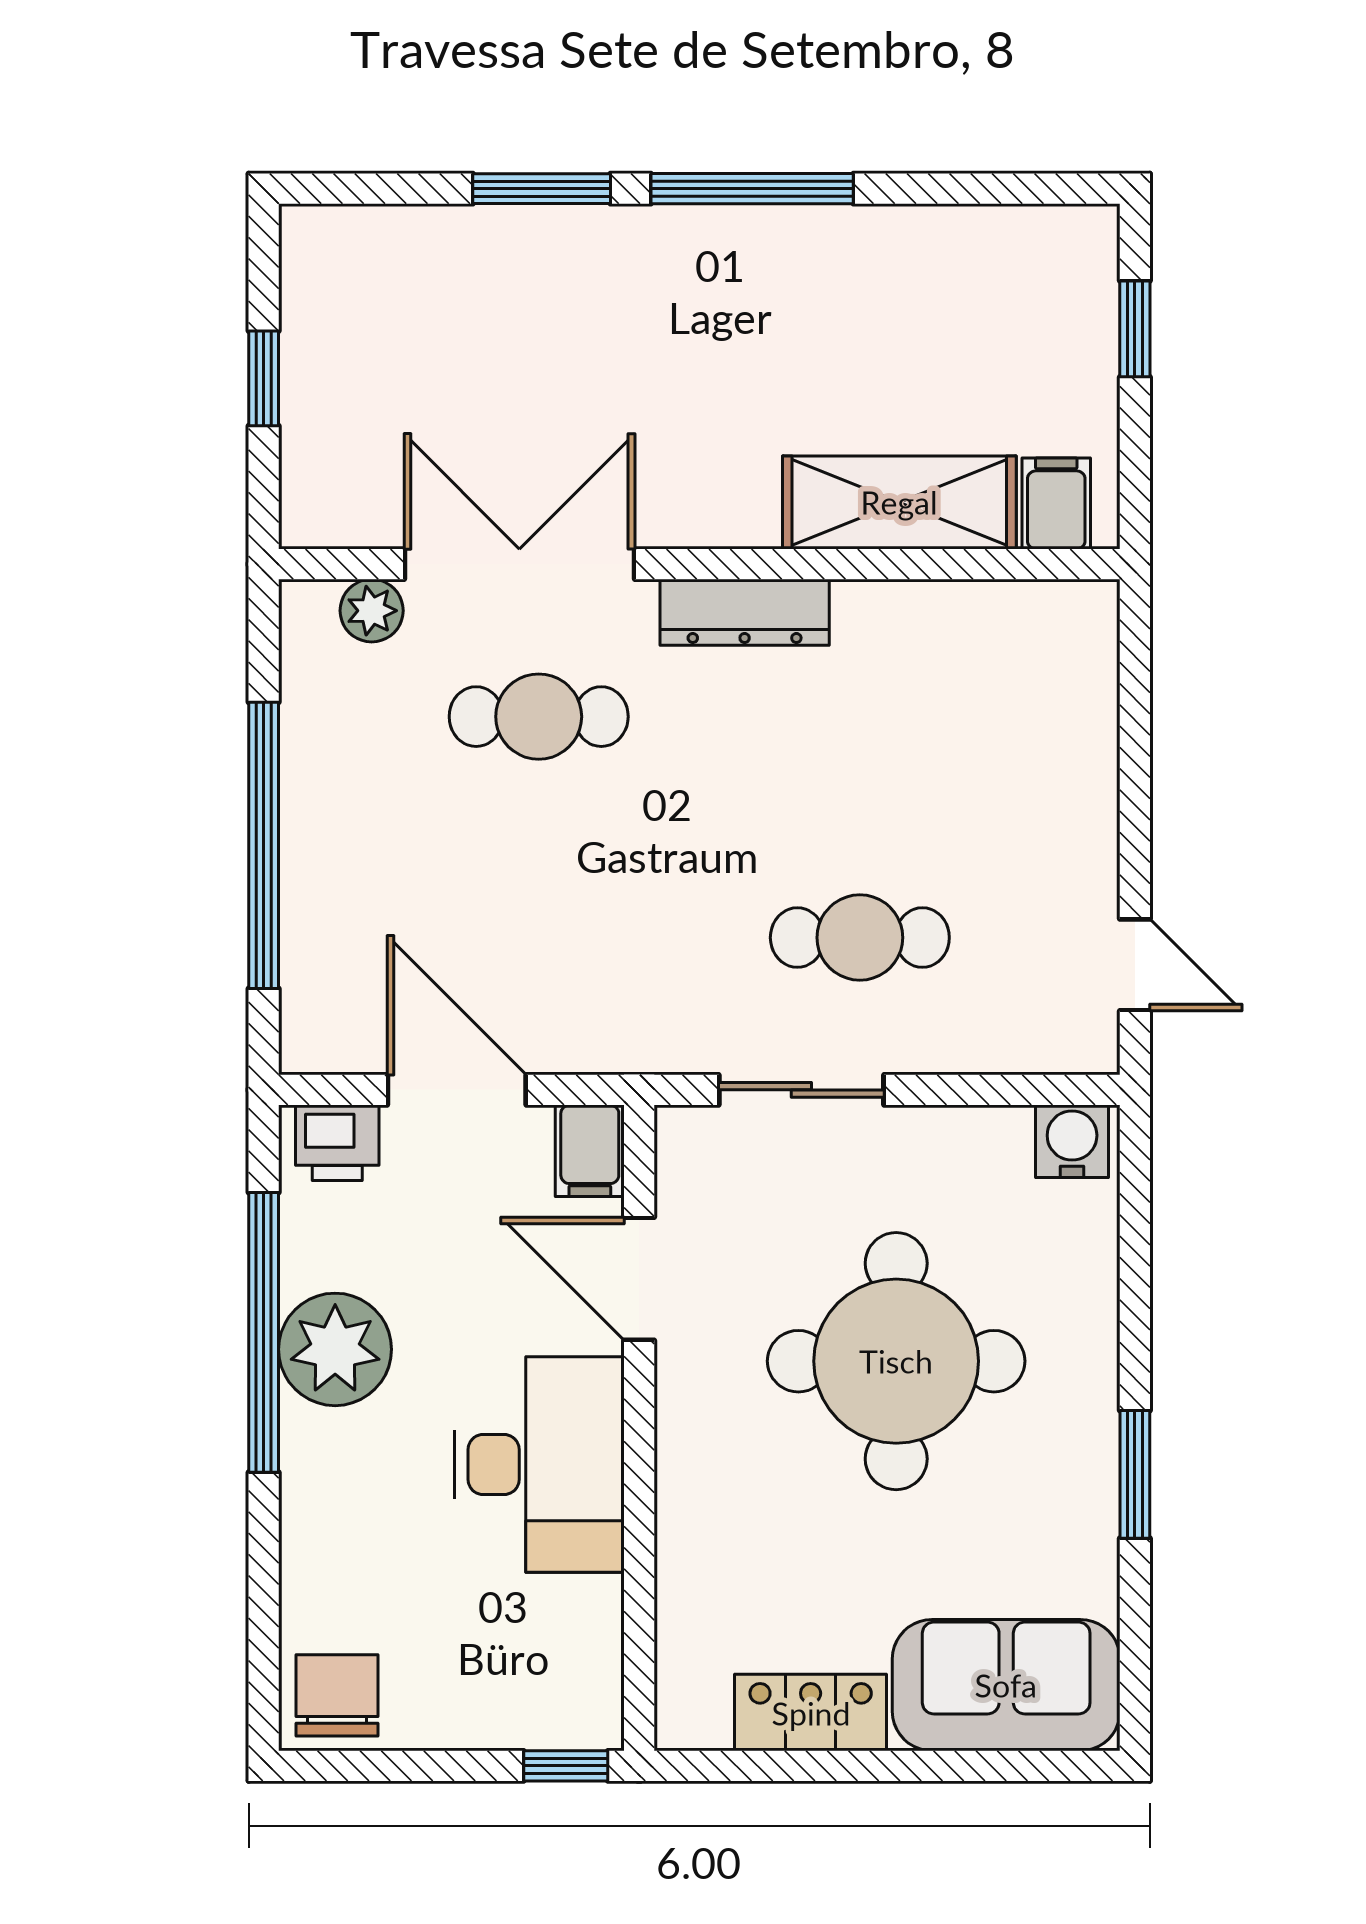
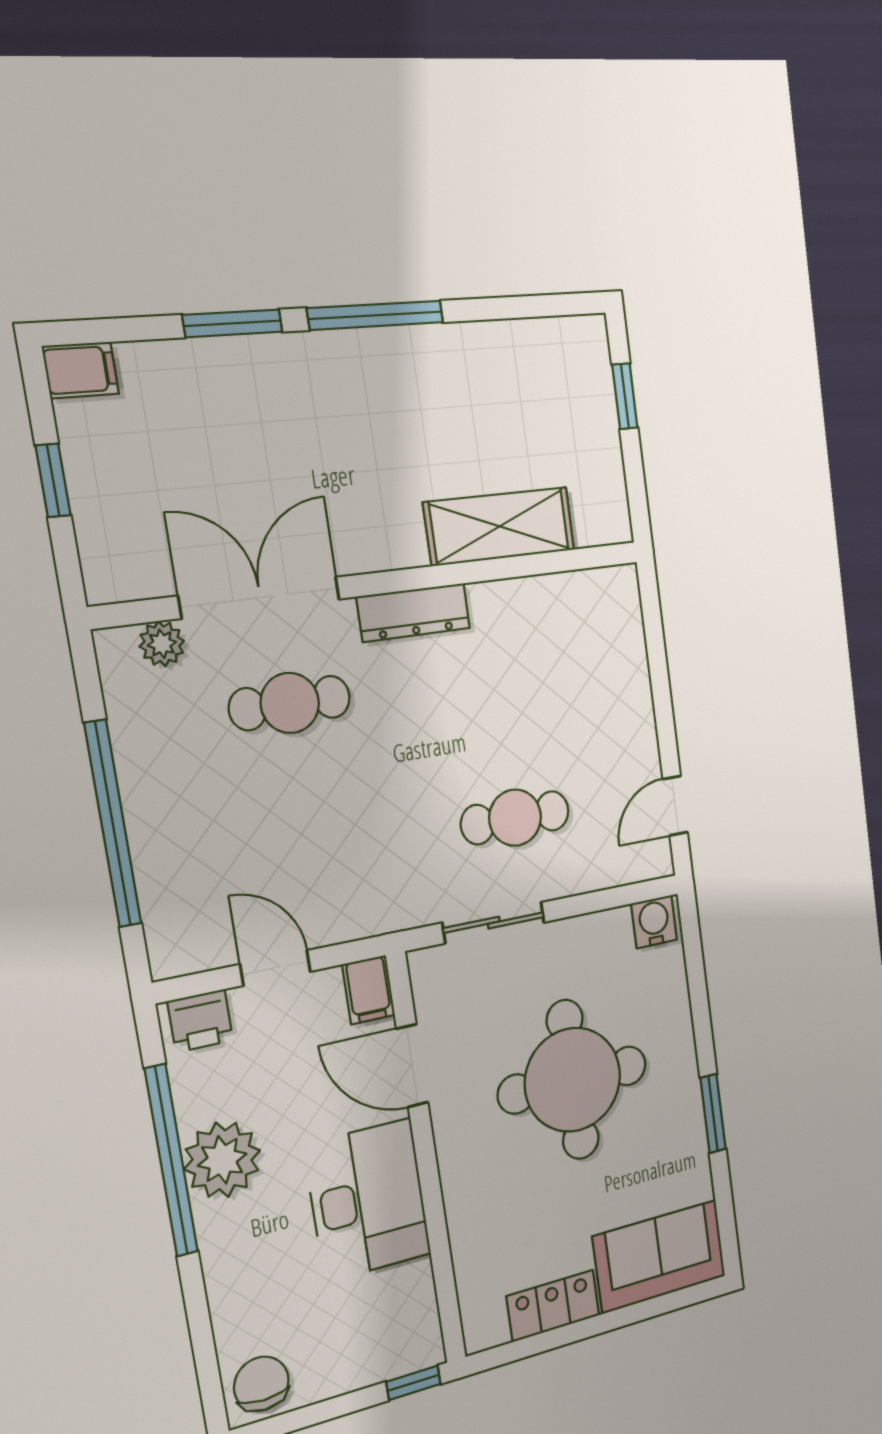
filing cabinet: (1056, 504) -> (81, 370), moved, turned 90
door: (1135, 965) -> (675, 806), swing flipped
door: (457, 1090) -> (275, 968), width x0.73

